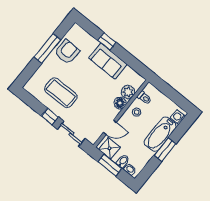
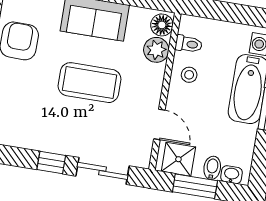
coffee table: (61, 93) -> (90, 83), moved
floor lamp: (120, 103) -> (162, 25), moved
door: (110, 127) -> (159, 124), hinge flipped

